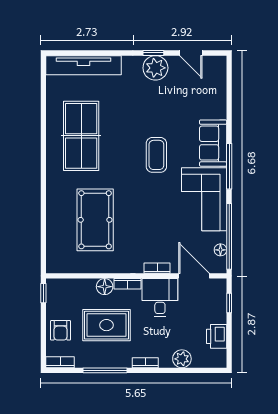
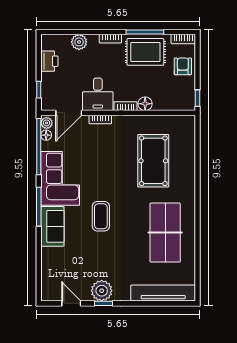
plant: (220, 264) -> (47, 123), added
door: (194, 276) -> (69, 113), hinge flipped
rug: (106, 325) -> (145, 52), moved

